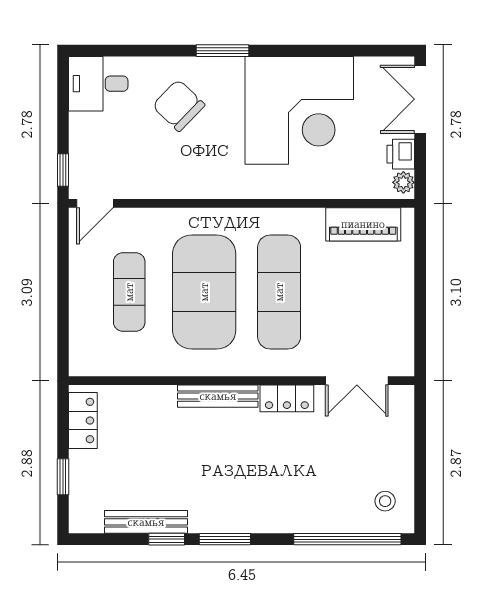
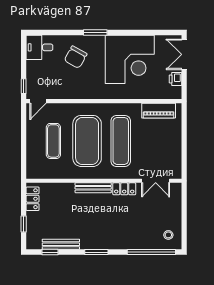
chair: (179, 105) -> (76, 57), turned -105
plant: (403, 182) -> (177, 92), removed
window: (167, 539) -> (50, 252), moved

